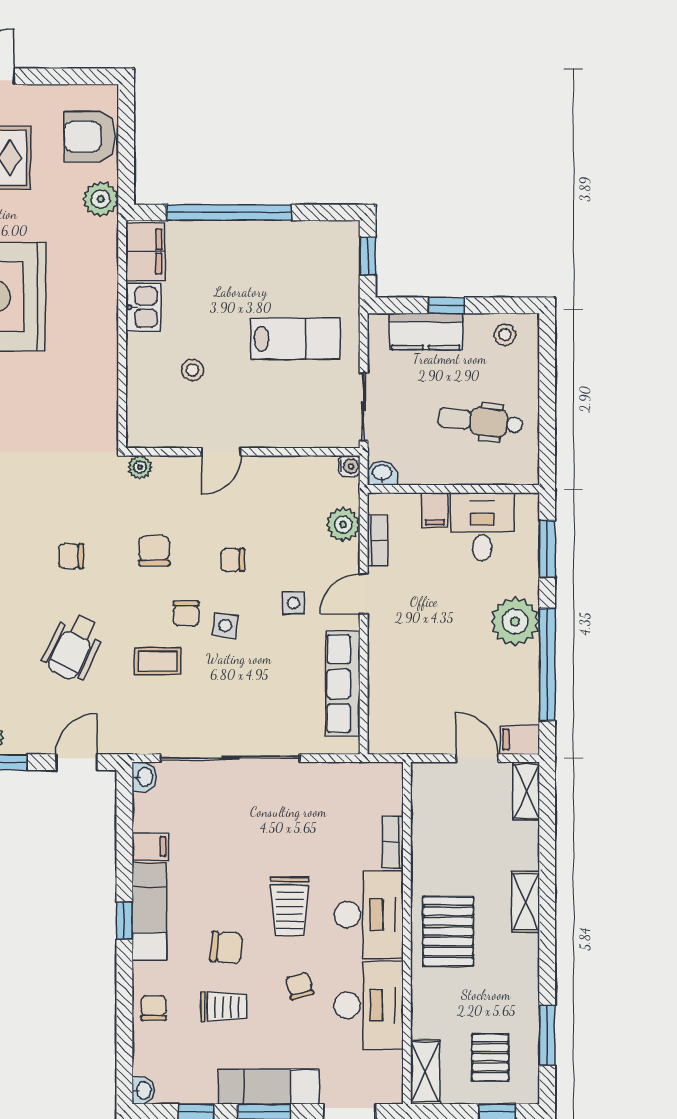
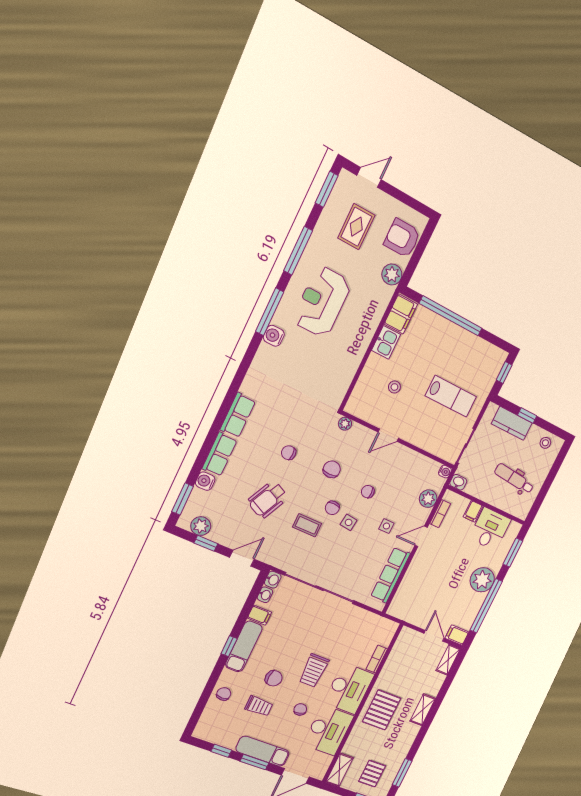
washbasin: (143, 1091) -> (265, 595), moved

